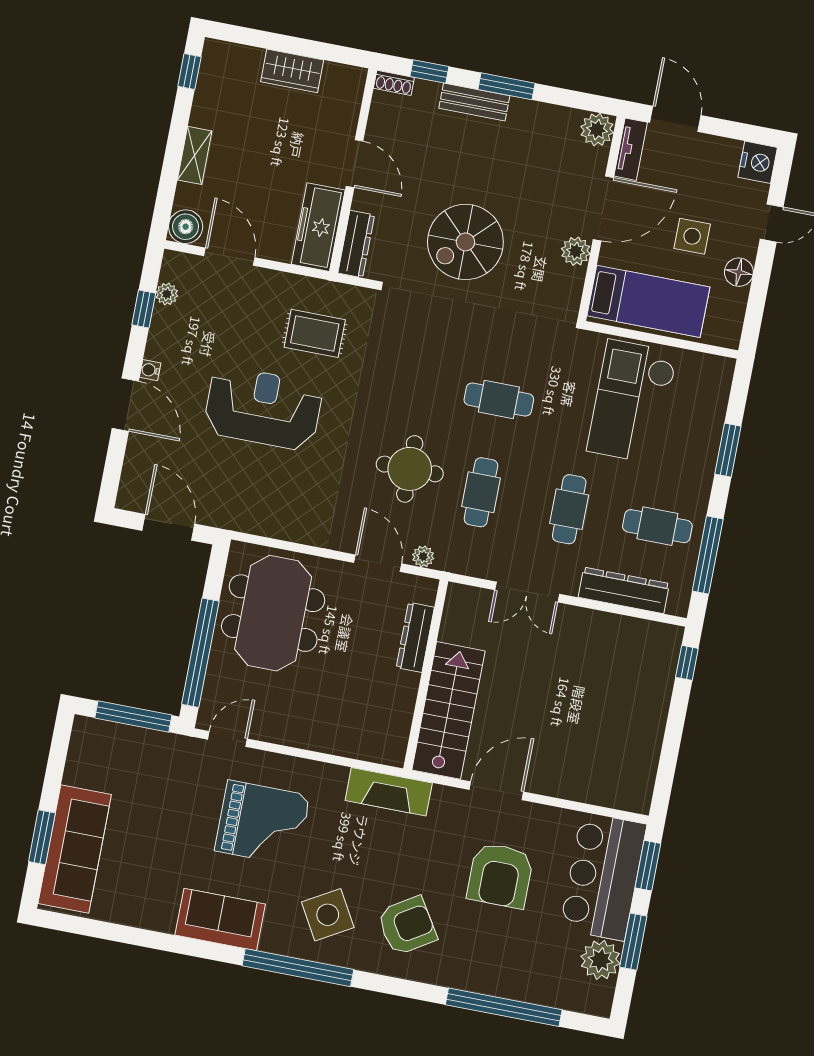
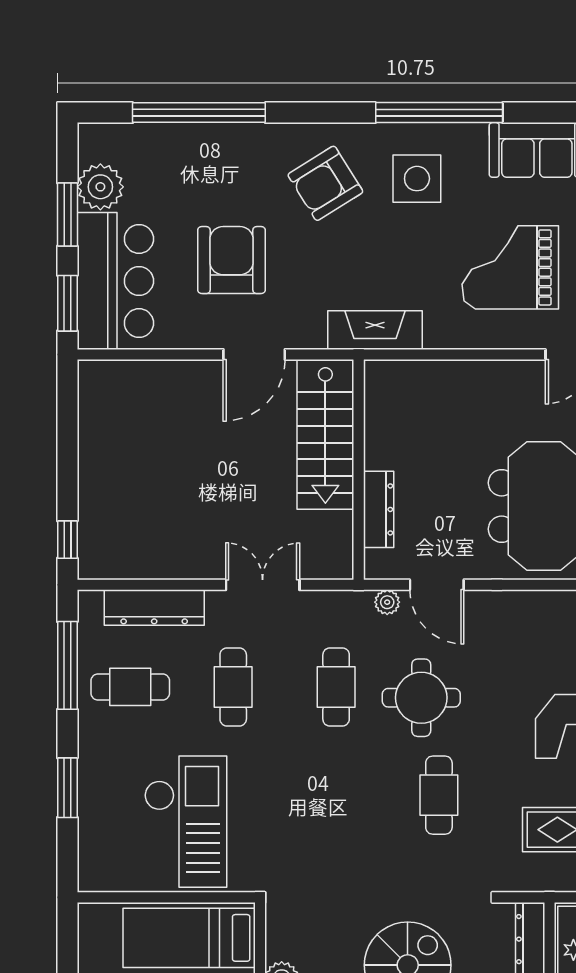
cafe table: (499, 400) -> (439, 795), moved, turned 90
side table: (328, 915) -> (417, 179), turned 30

